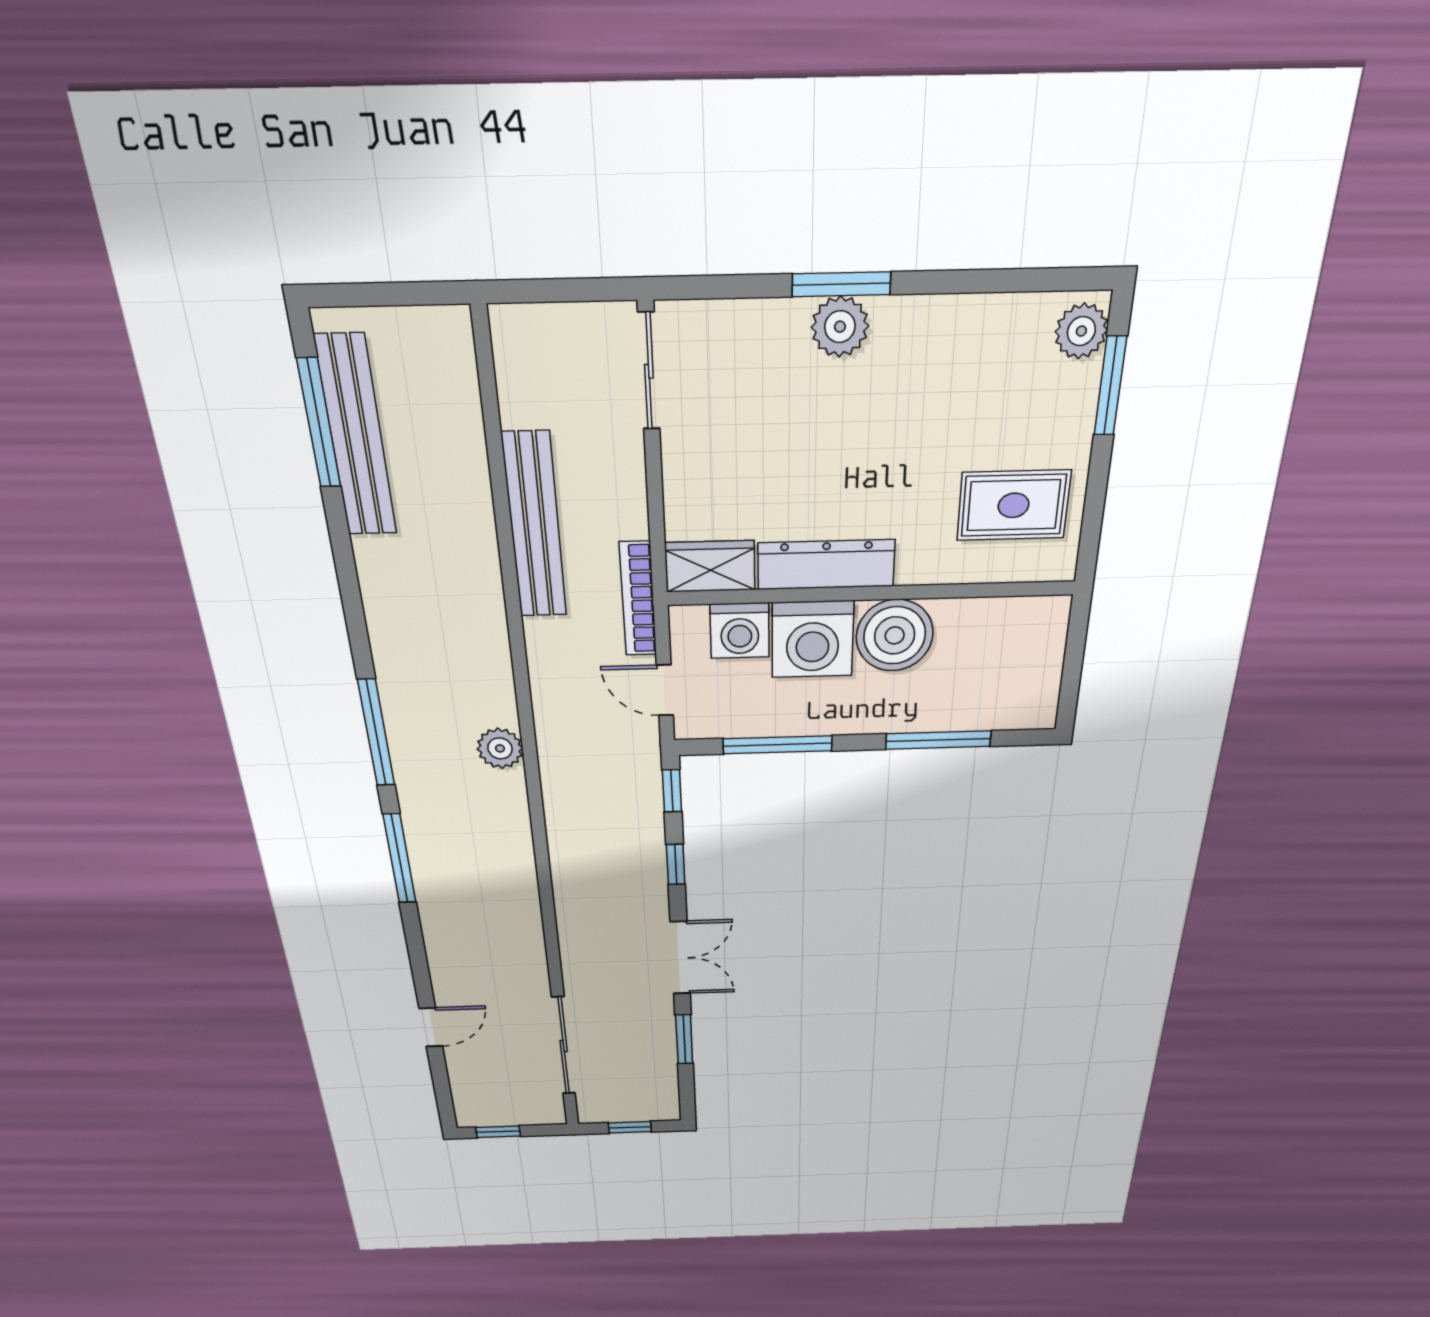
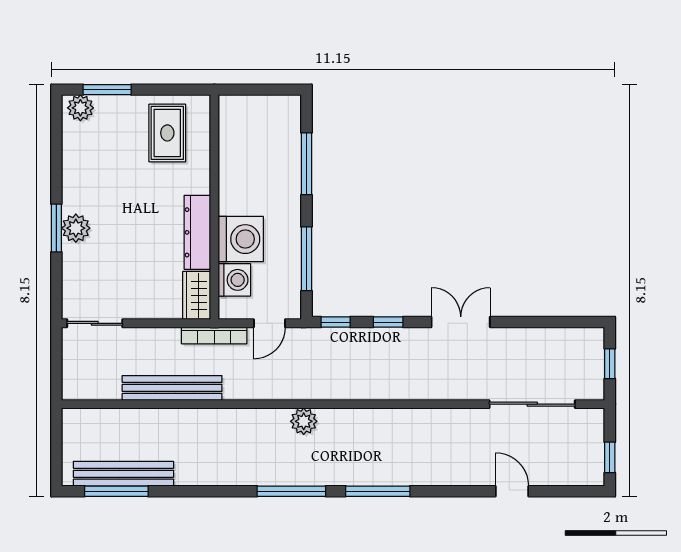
boiler: (895, 635) -> (240, 193), removed
window: (684, 1039) -> (530, 322), removed

